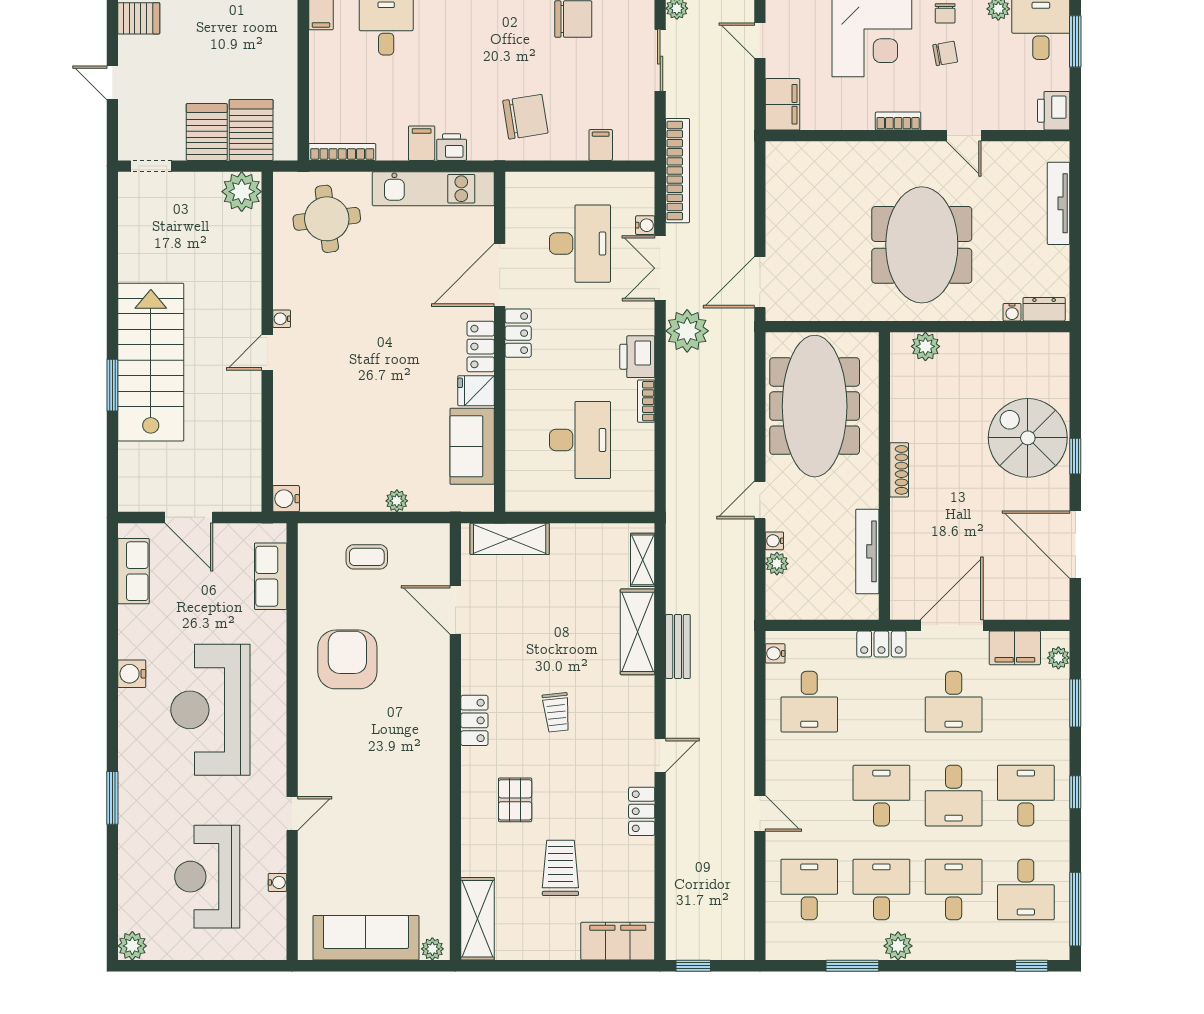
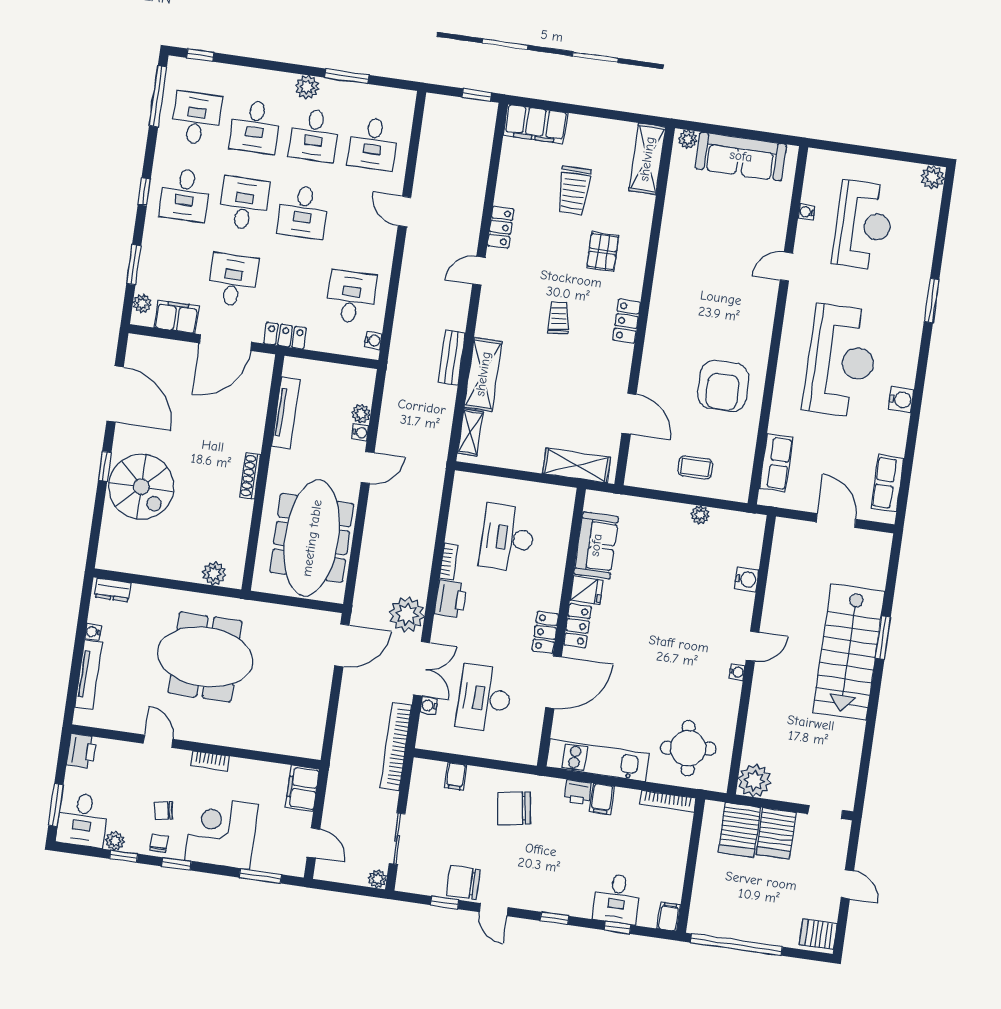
meeting table: (922, 245) -> (205, 657), turned 90
water cooler: (1012, 312) -> (93, 632), moved, turned -90
water cooler: (286, 499) -> (746, 579), moved
plant: (397, 501) -> (700, 515), moved

